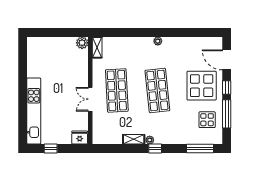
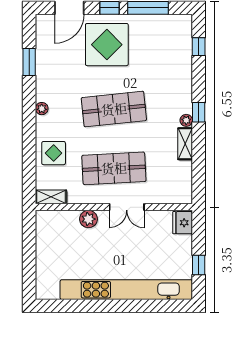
window: (190, 32) -> (29, 62), added
plant: (82, 43) -> (88, 219), moved
kitchen unit: (34, 111) -> (126, 290), width x1.36
display table: (207, 120) -> (54, 153), moved
window: (200, 148) -> (199, 47), width x0.46

